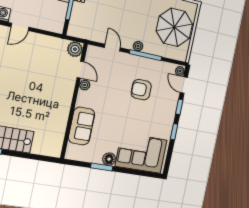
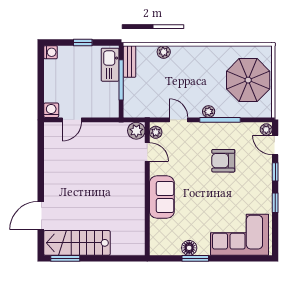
plant: (85, 85) -> (156, 132), moved
sofa: (82, 126) -> (162, 197), moved
floor lamp: (109, 159) -> (189, 248), moved

